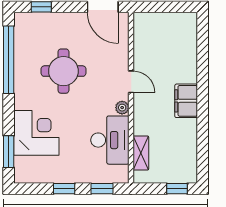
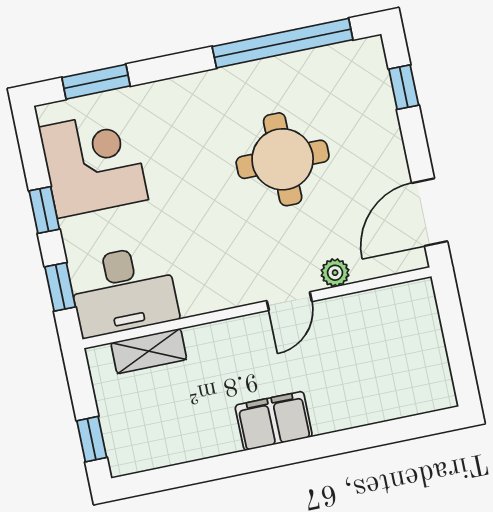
plant: (122, 108) -> (335, 273), moved
corner desk: (36, 133) -> (93, 163), moved, turned -90
desk: (110, 140) -> (123, 291), moved

